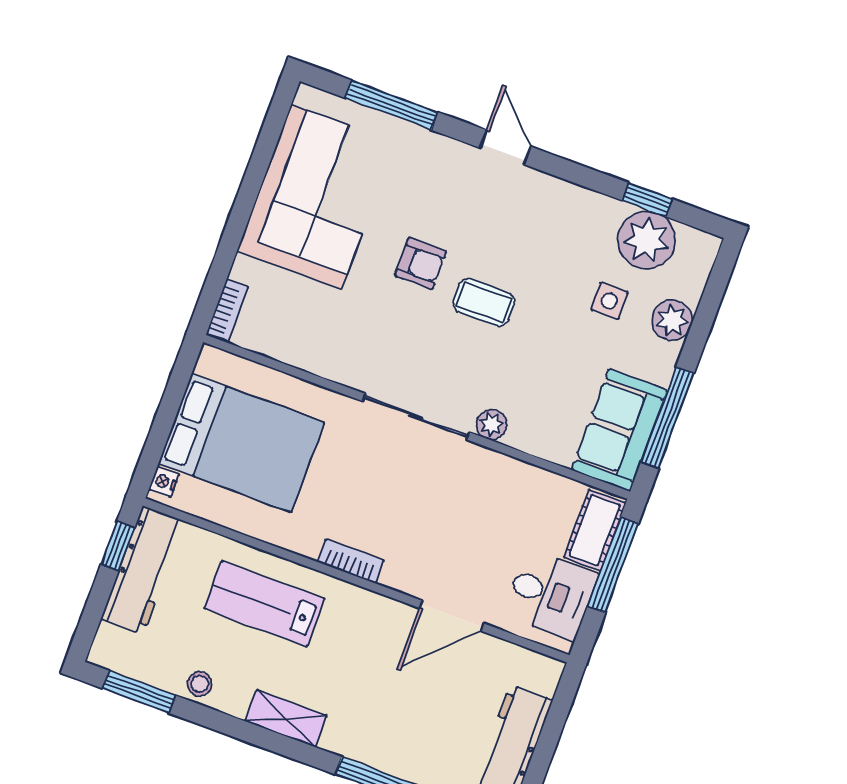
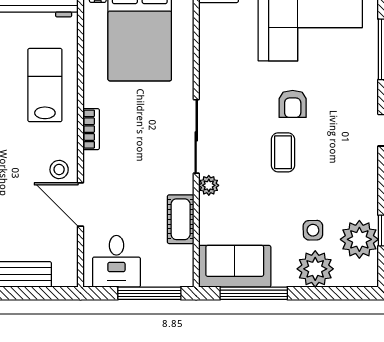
plant: (672, 320) -> (315, 269), width x1.36, depth x1.36
cot: (595, 530) -> (181, 219), moved, turned 90
stool: (391, 628) -> (59, 169), added

